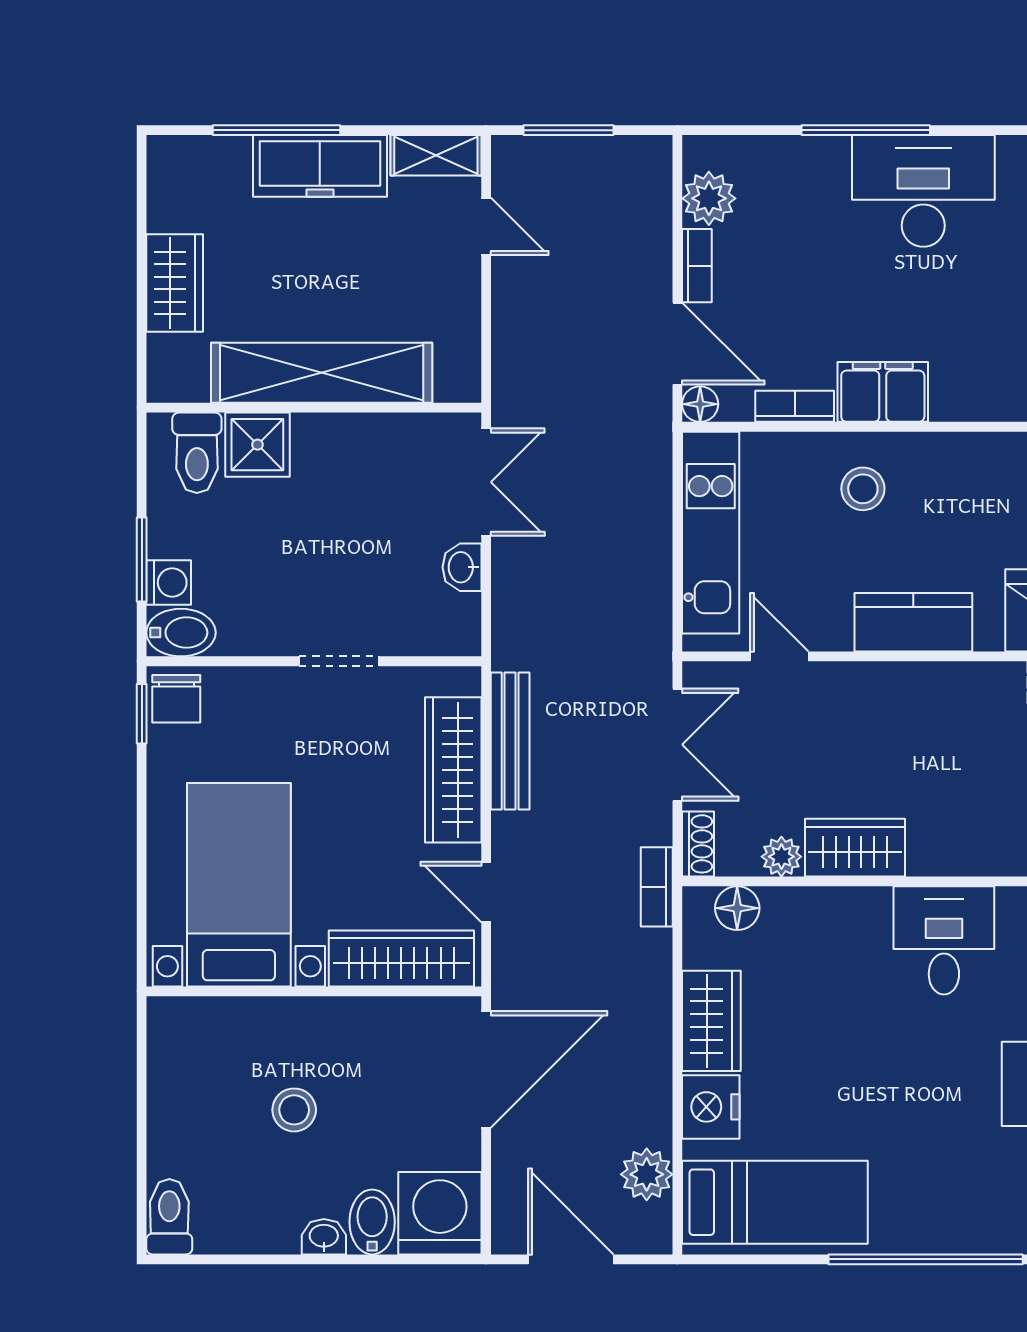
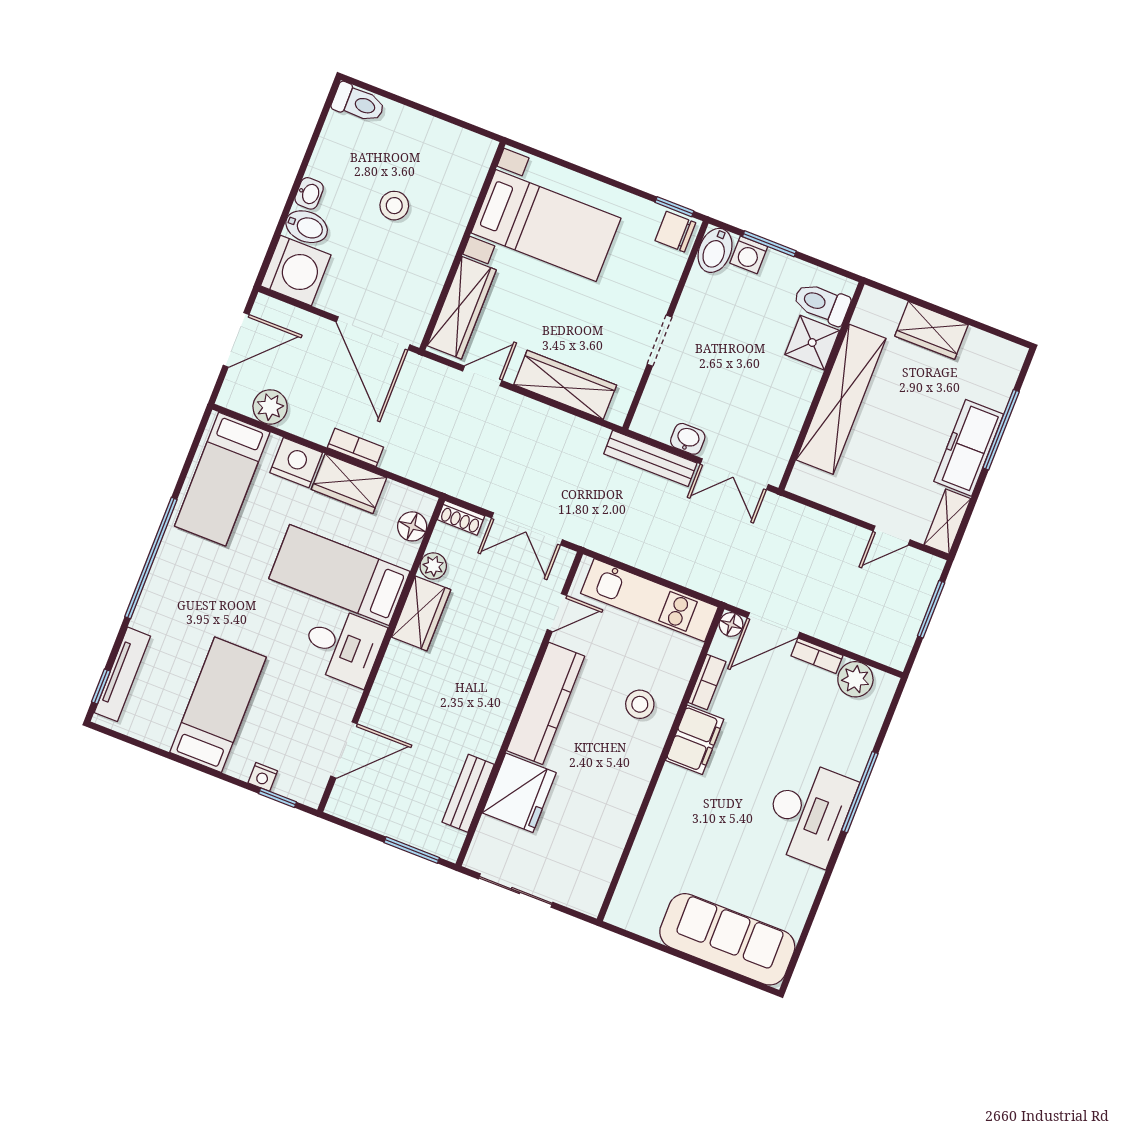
kitchen counter: (913, 622) -> (546, 703), width x1.50
bench: (510, 741) -> (650, 458), moved
bookcase: (657, 887) -> (355, 447), moved
bed: (846, 984) -> (339, 575), added

